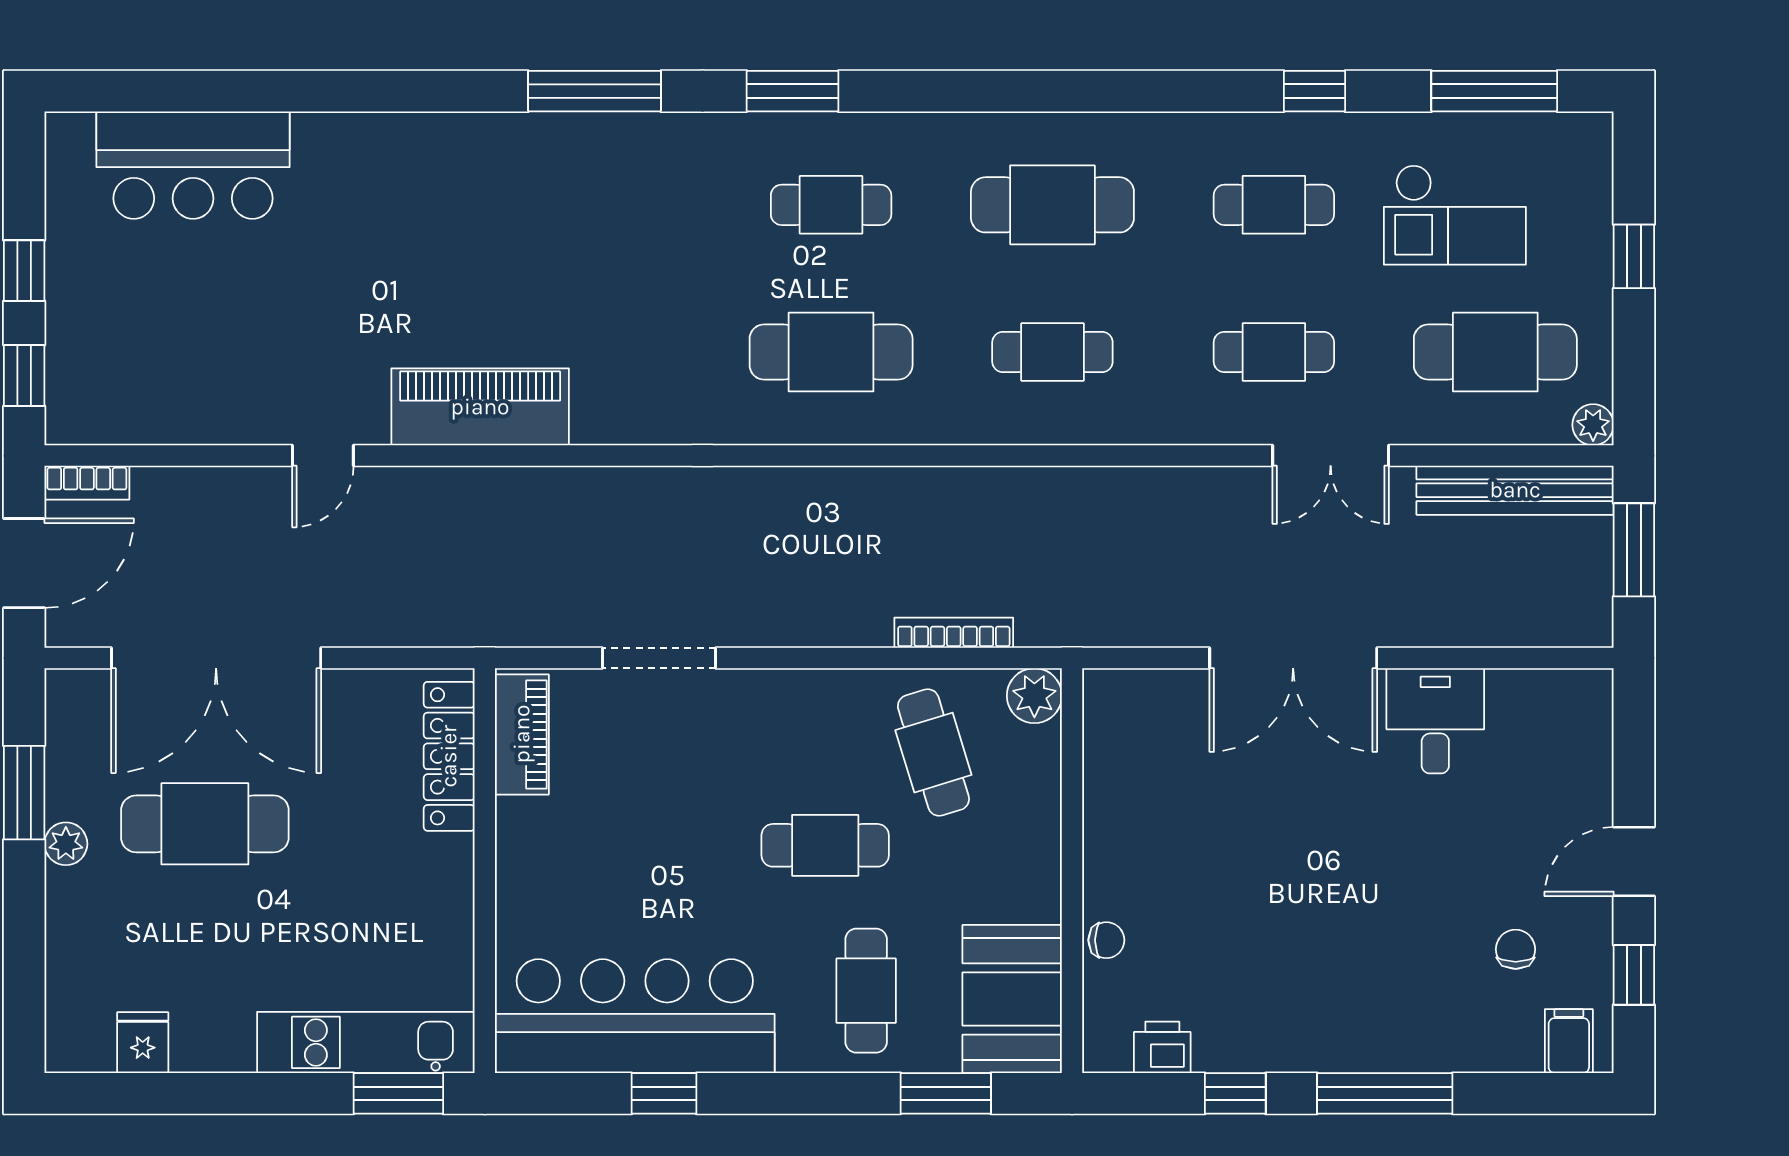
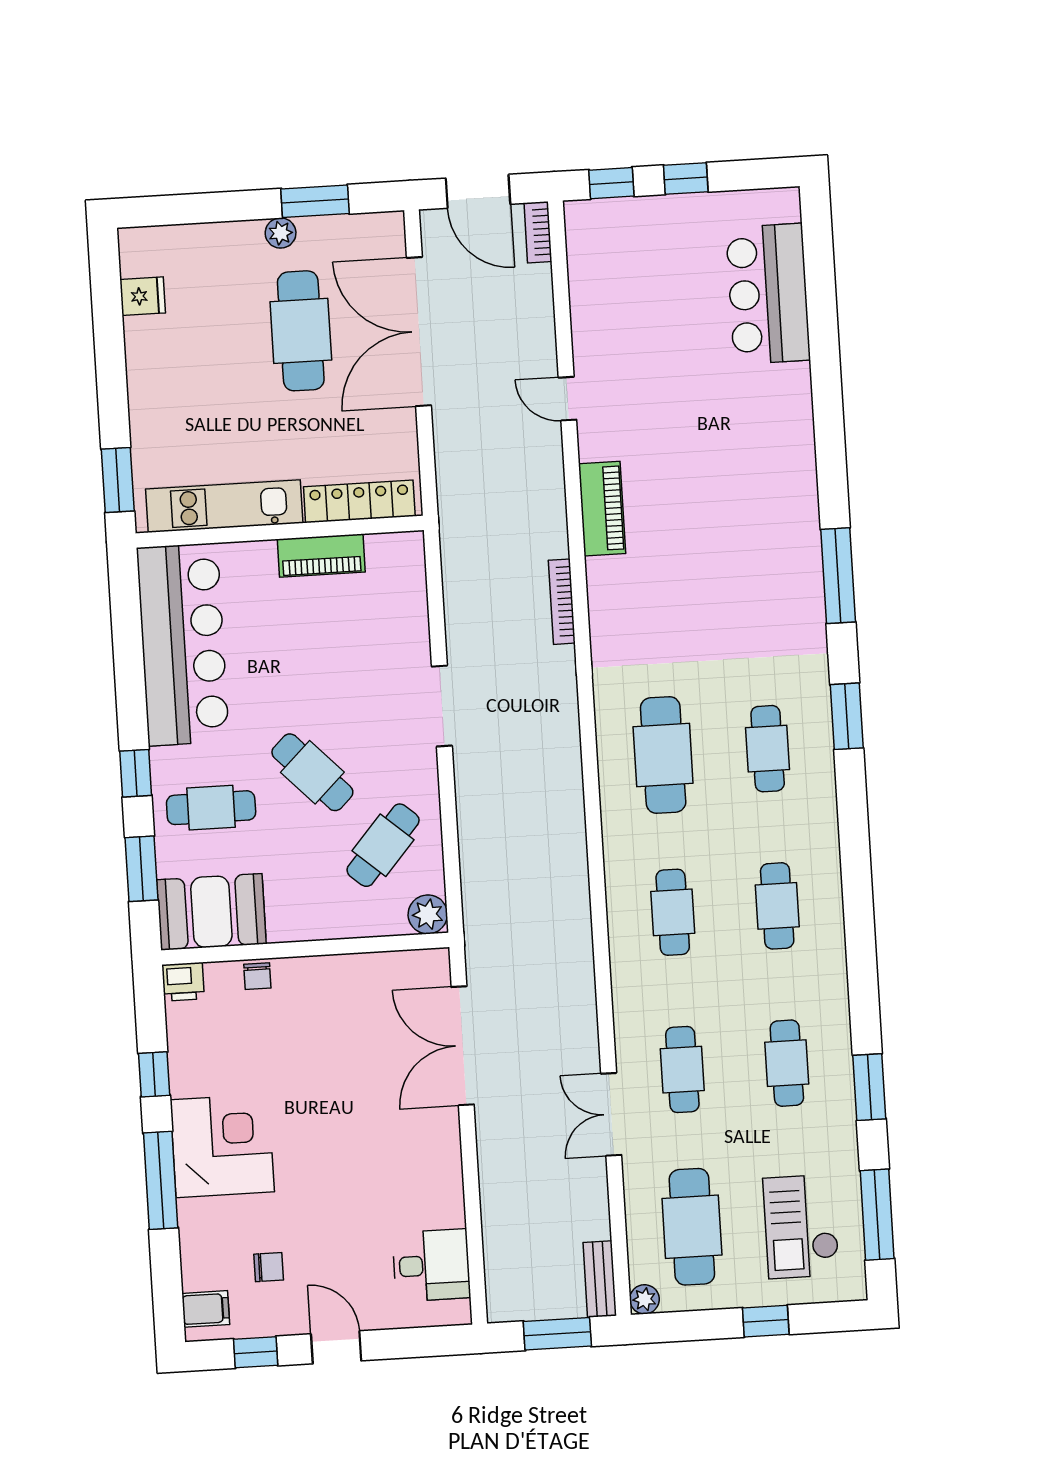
window: (1314, 91) -> (869, 1087), width x1.50
cafe table: (1052, 205) -> (777, 906), width x0.73, depth x0.74
checkout: (1455, 215) -> (801, 1226), moved
piano: (480, 407) -> (602, 509), width x0.73, depth x0.75
bench: (1515, 490) -> (600, 1279), width x0.54, depth x0.82
bookcase: (954, 633) -> (562, 602), moved, turned 180
doorway: (659, 658) -> (442, 706), moved
double door: (1293, 658) -> (463, 1046), moved
desk: (1435, 721) -> (431, 1265), moved
piano: (522, 734) -> (321, 556), moved
cafe table: (933, 753) -> (383, 845), turned -32
cafe table: (825, 845) -> (312, 772), turned -44
corner desk: (1341, 1004) -> (222, 1146), added
kitchen unit: (366, 1042) -> (224, 506), moved, turned -90
printer: (1162, 1047) -> (183, 982), moved, turned 90
window: (664, 1093) -> (136, 773), moved

